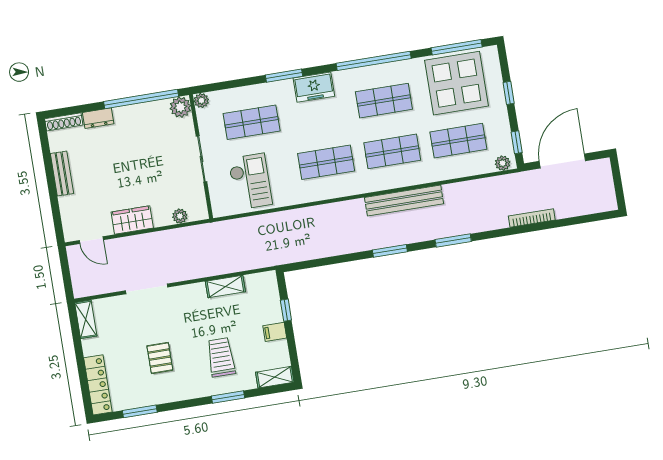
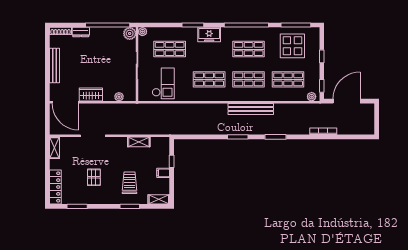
display table: (456, 83) -> (292, 46), width x0.73, depth x0.73
bench: (62, 174) -> (55, 65), width x1.36
door: (91, 240) -> (65, 102), width x1.87

